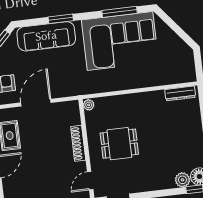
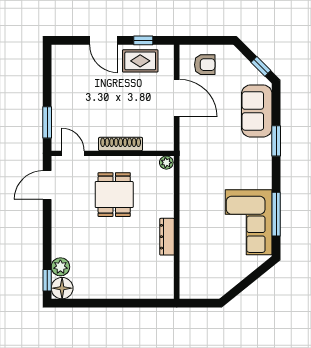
sofa: (46, 36) -> (257, 111), width x0.73
corner sofa: (120, 41) -> (249, 222), width x0.73, depth x0.74
dresser: (180, 93) -> (167, 237), moved

